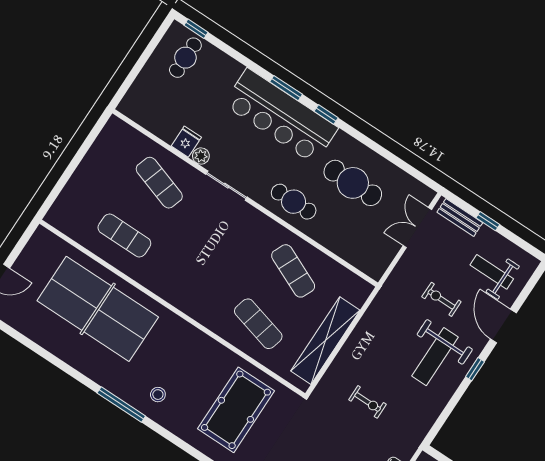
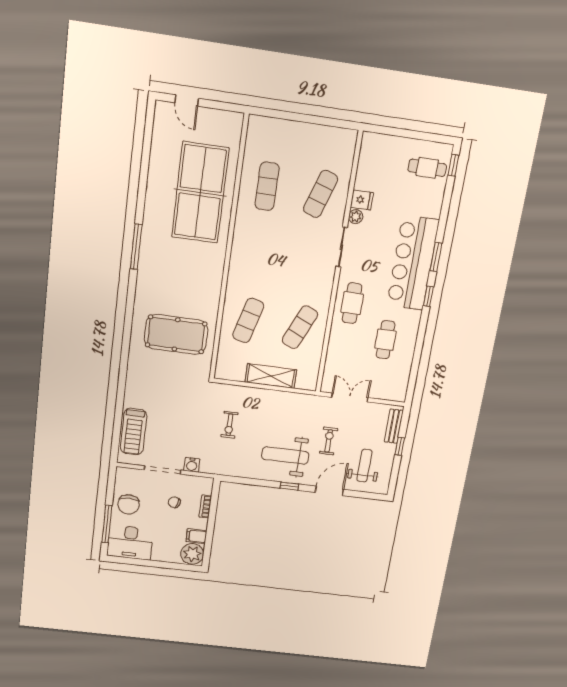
cafe table: (353, 183) -> (385, 340), width x0.73, depth x0.74
double door: (417, 228) -> (350, 397), moved
shelving: (325, 341) -> (271, 376), width x0.68
stool: (158, 395) -> (158, 271), removed

